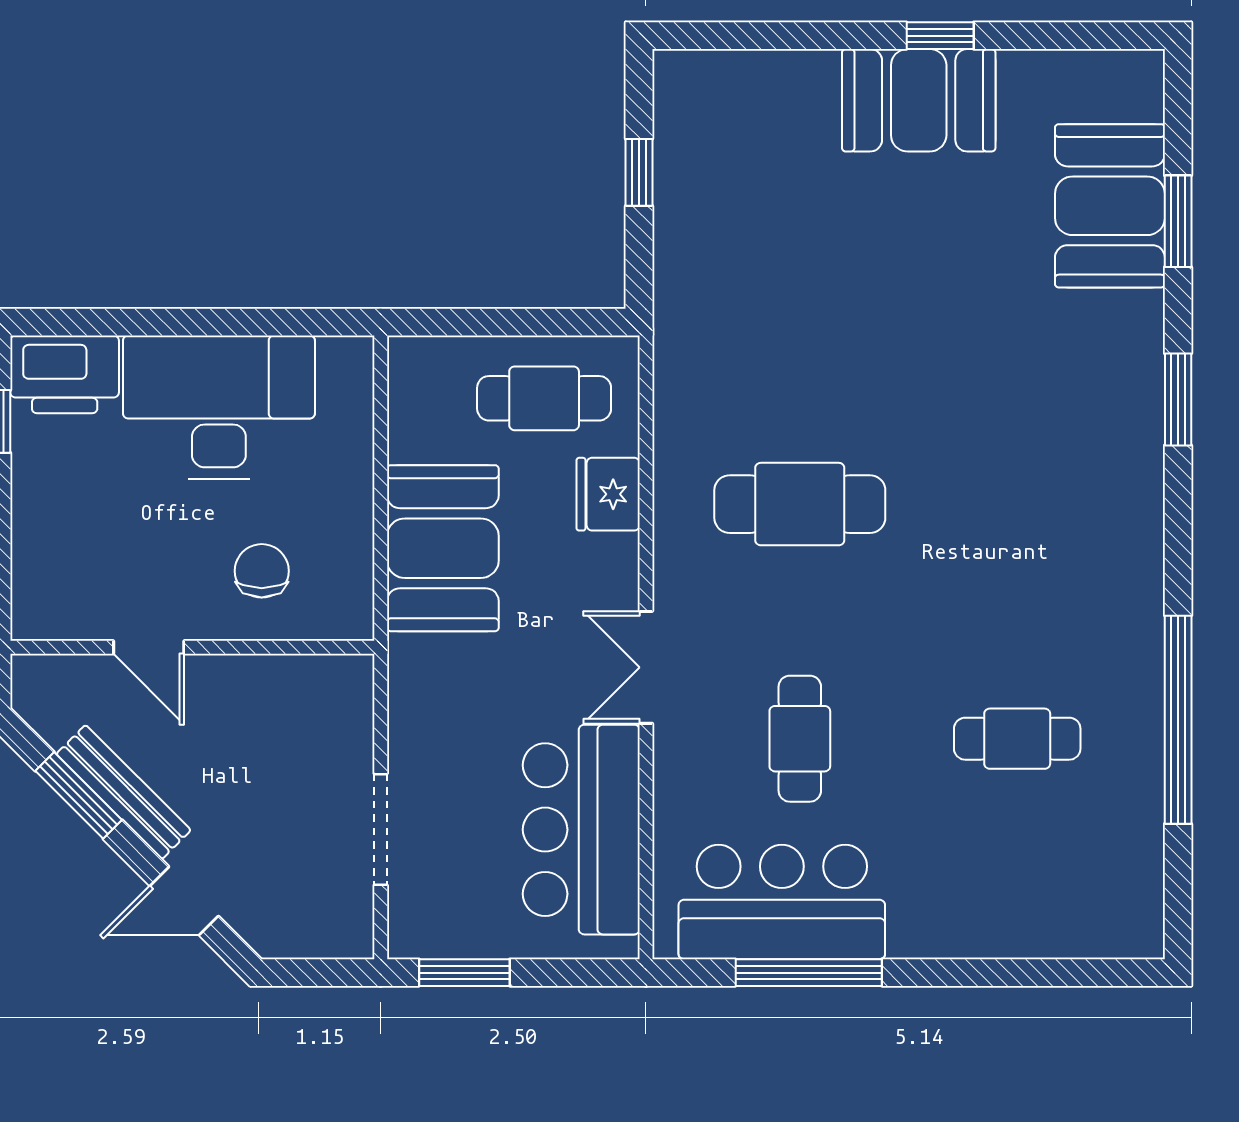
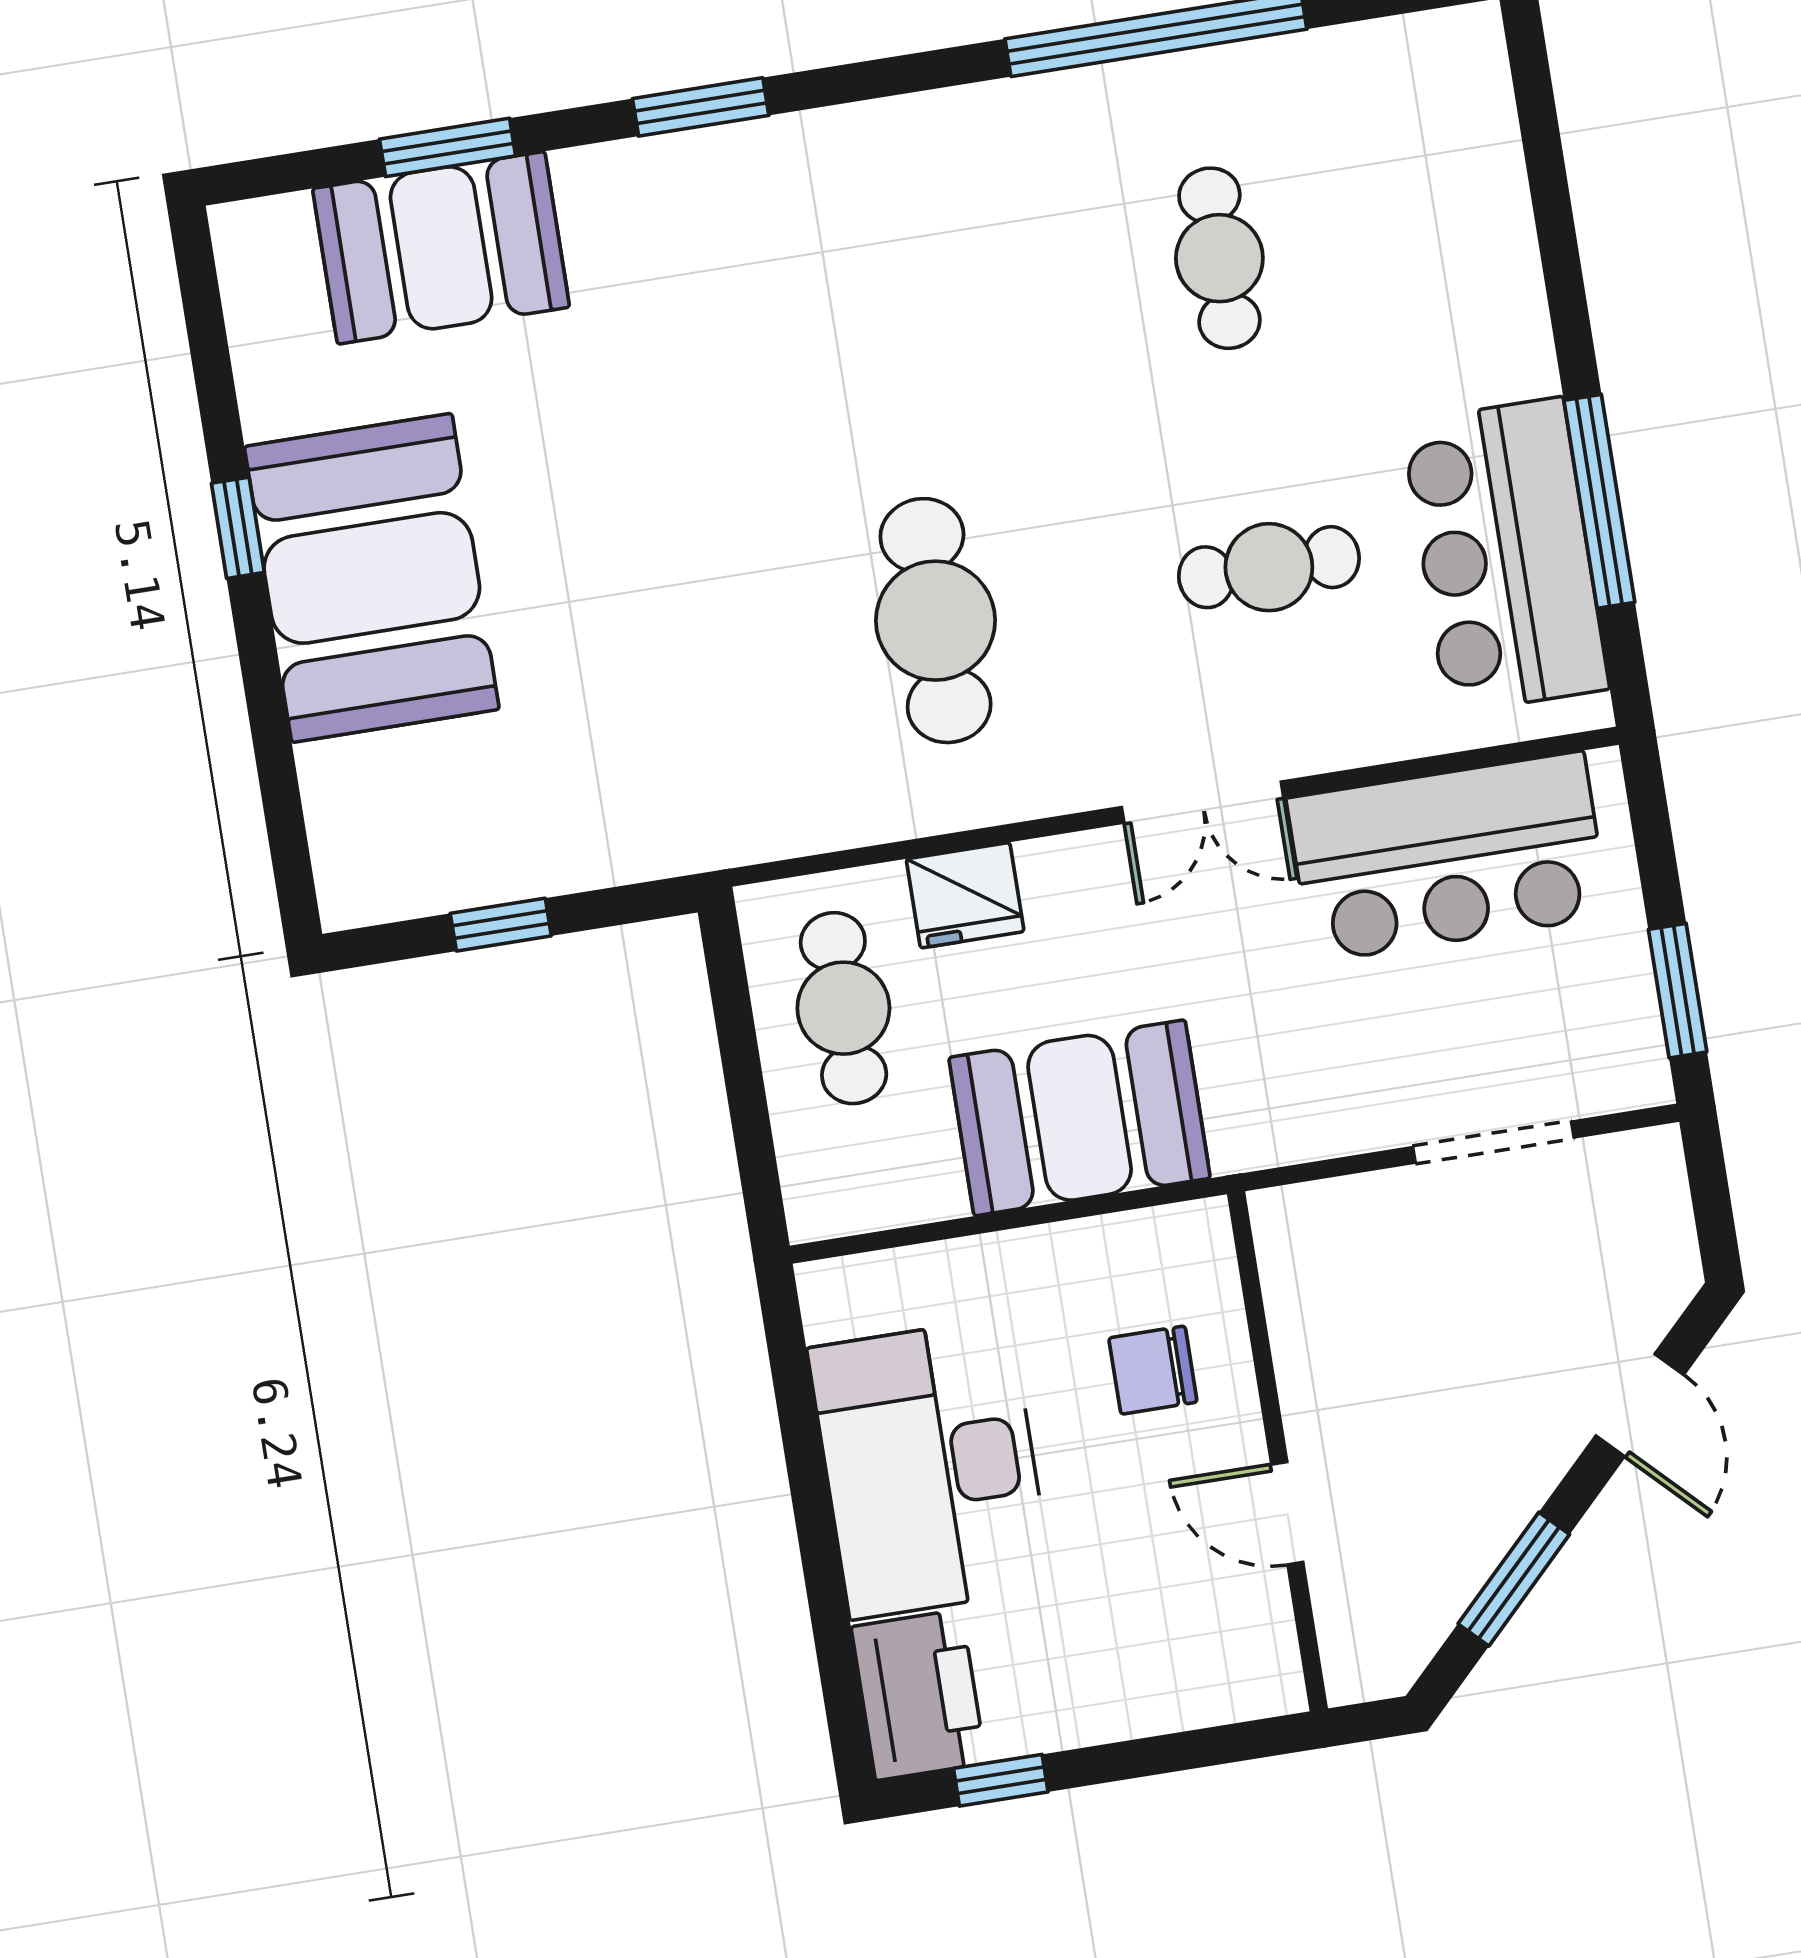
booth: (919, 100) -> (372, 578), width x1.36, depth x1.42
door: (149, 647) -> (1287, 1513), swing flipped
bench: (124, 792) -> (1499, 1516), removed

